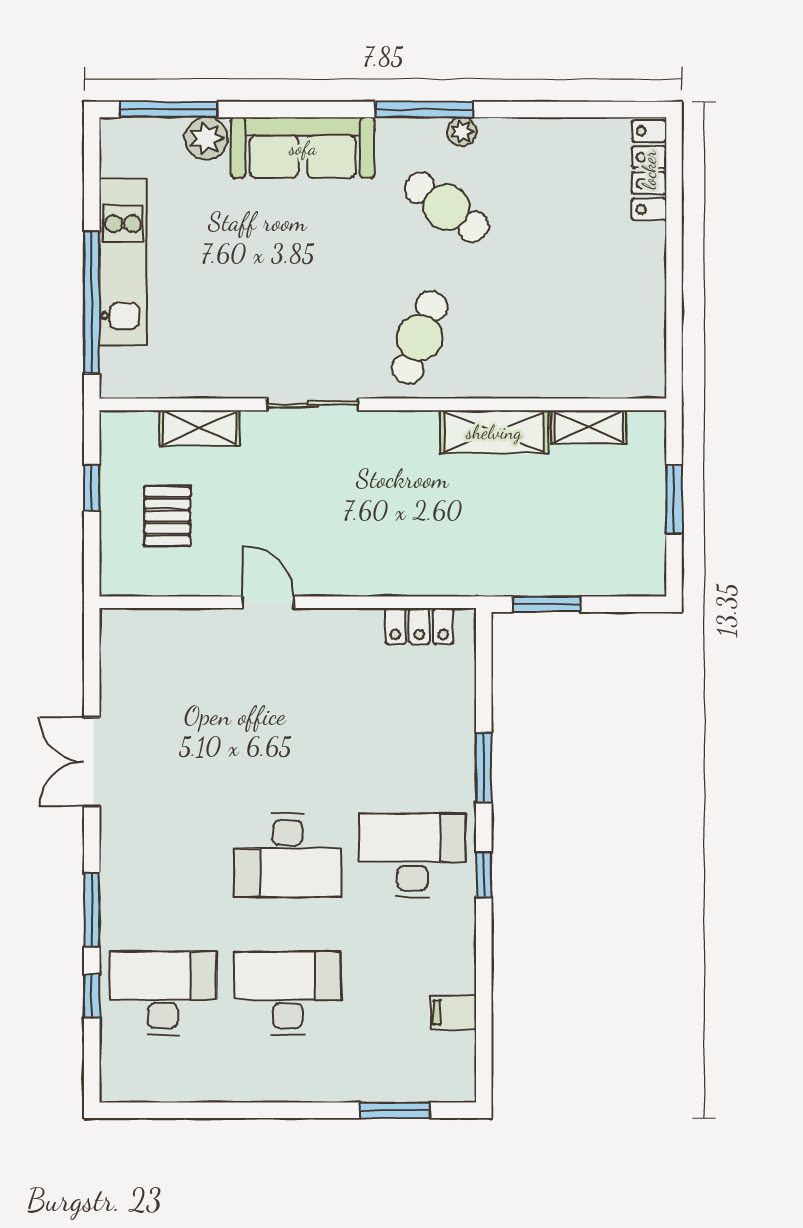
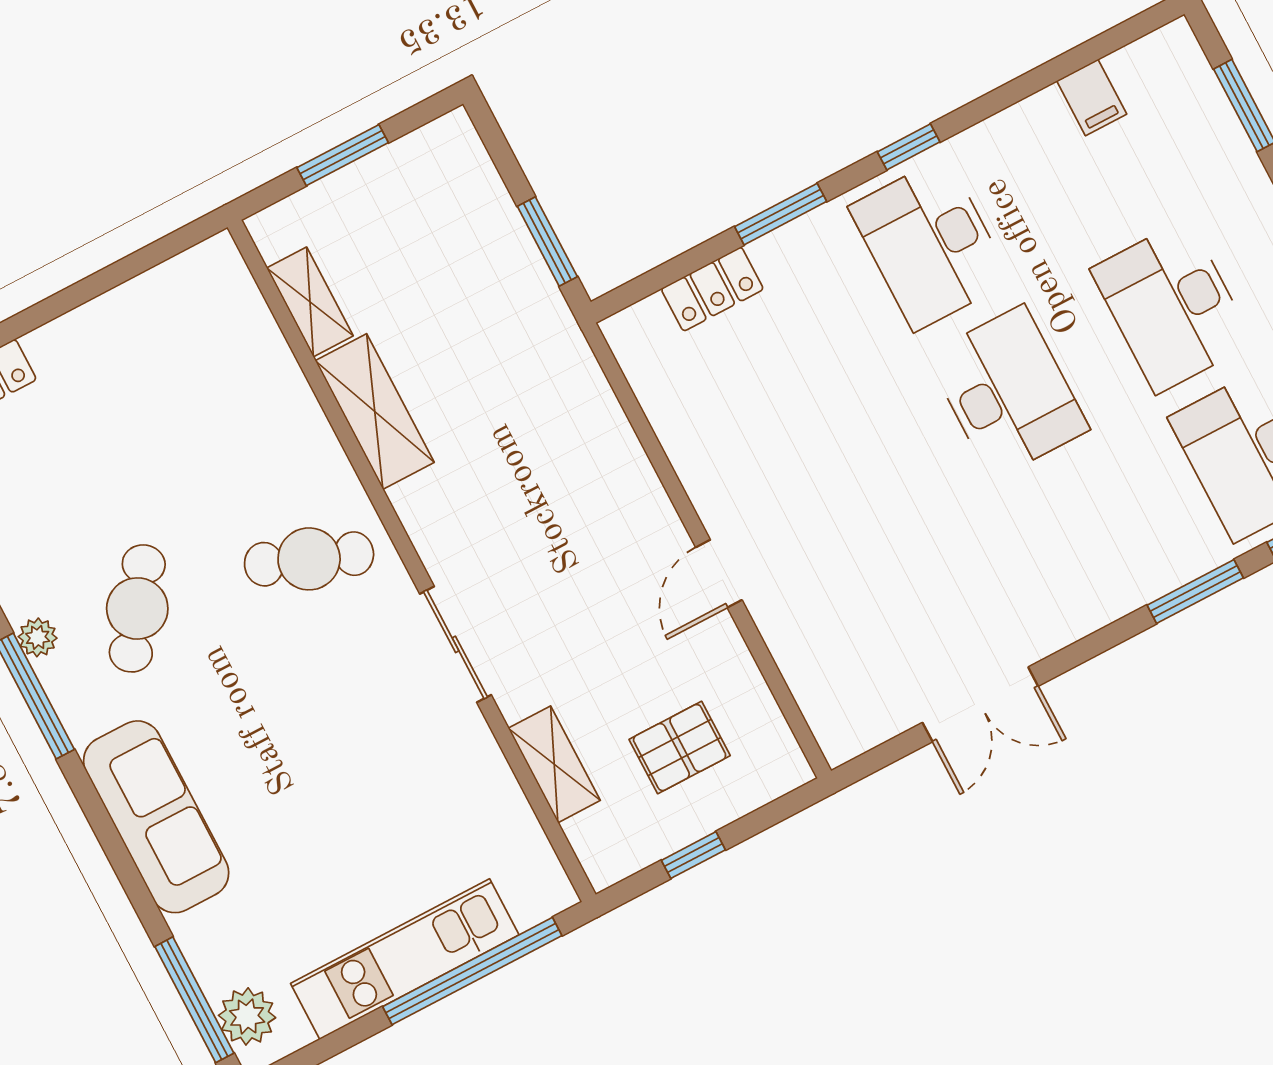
plant: (206, 138) -> (247, 1016), moved
locker: (419, 626) -> (712, 289), moved, turned 90
double door: (92, 762) -> (980, 704), moved

